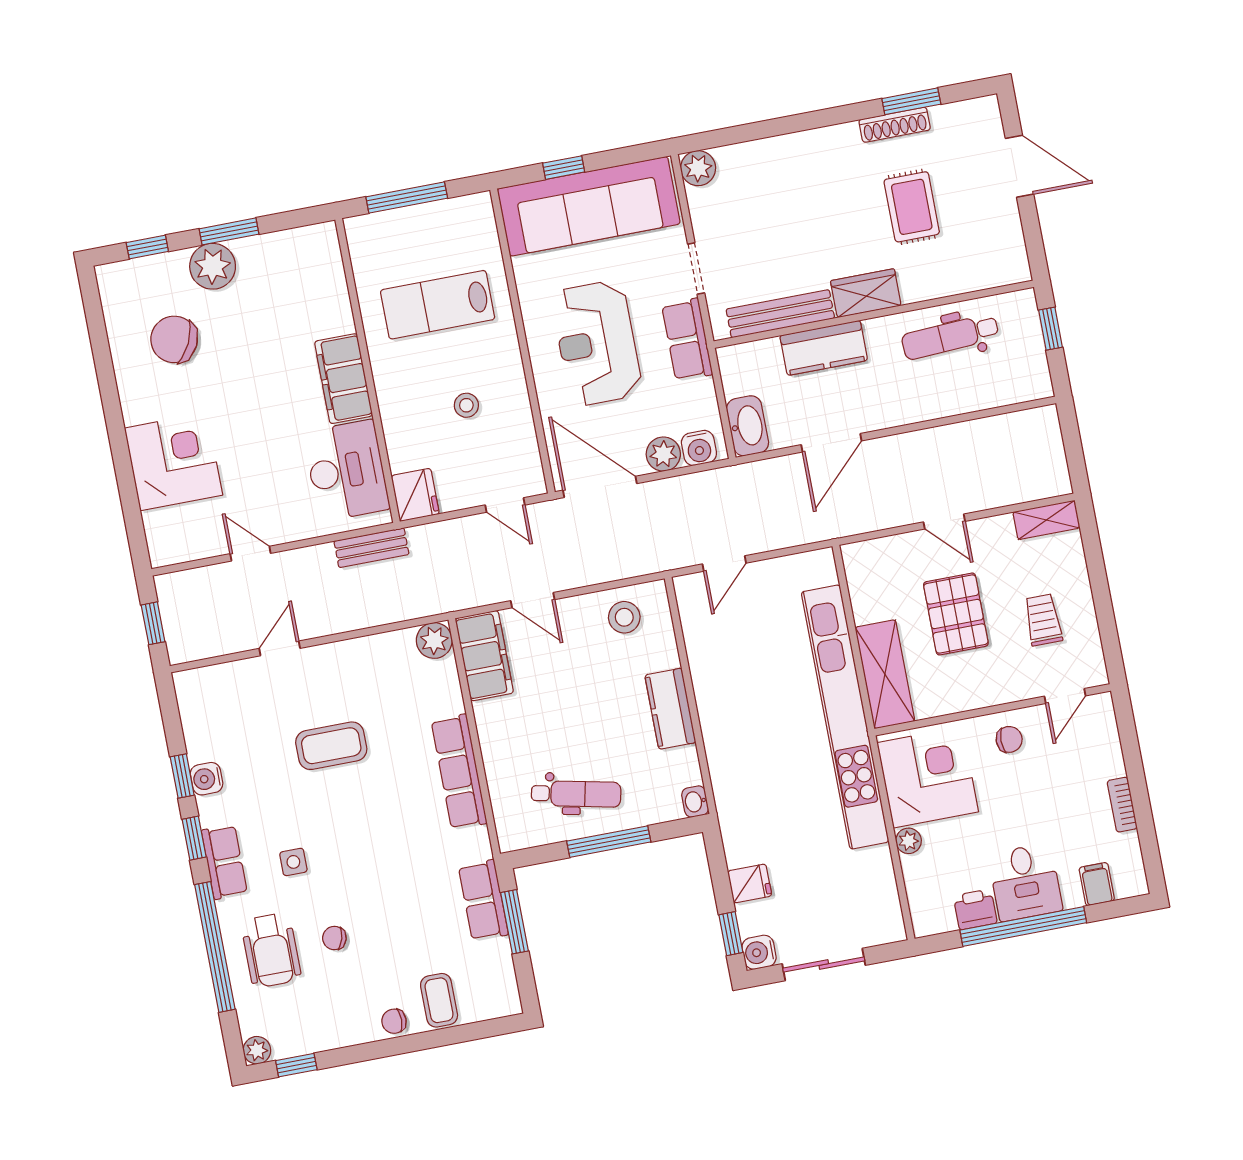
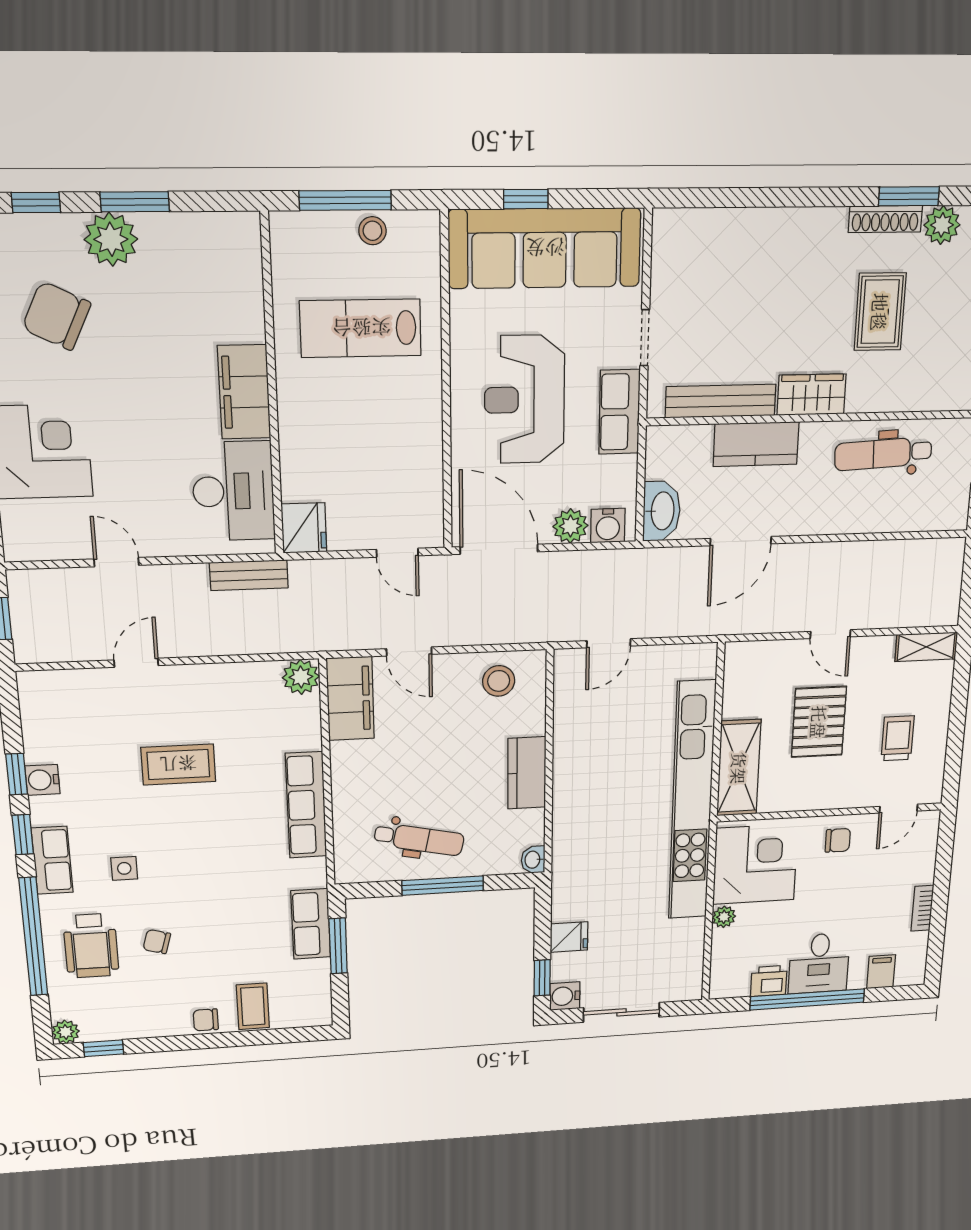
plant: (698, 168) -> (942, 225), moved
stool: (466, 405) -> (372, 231), moved

